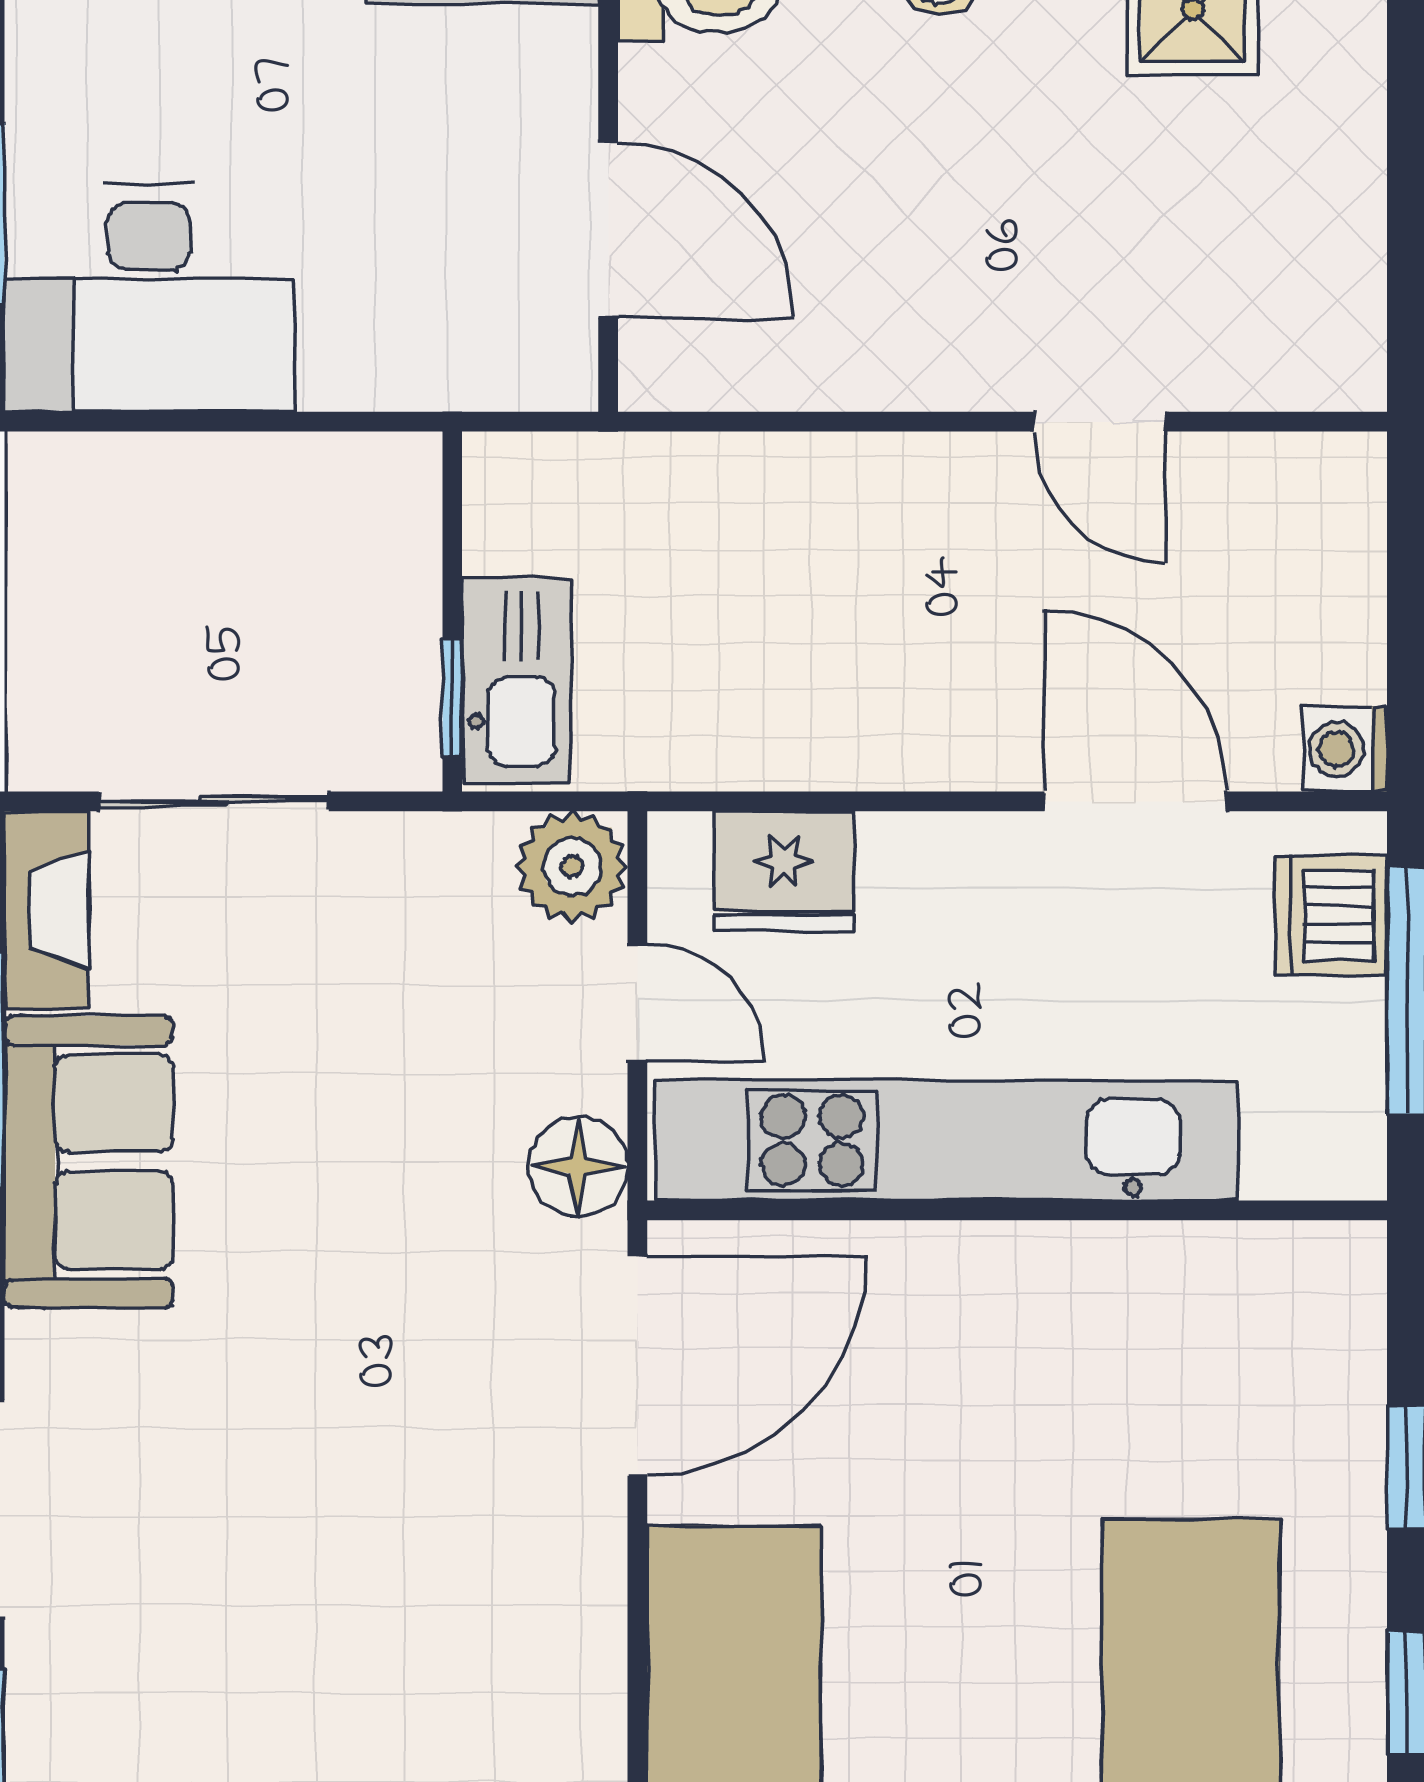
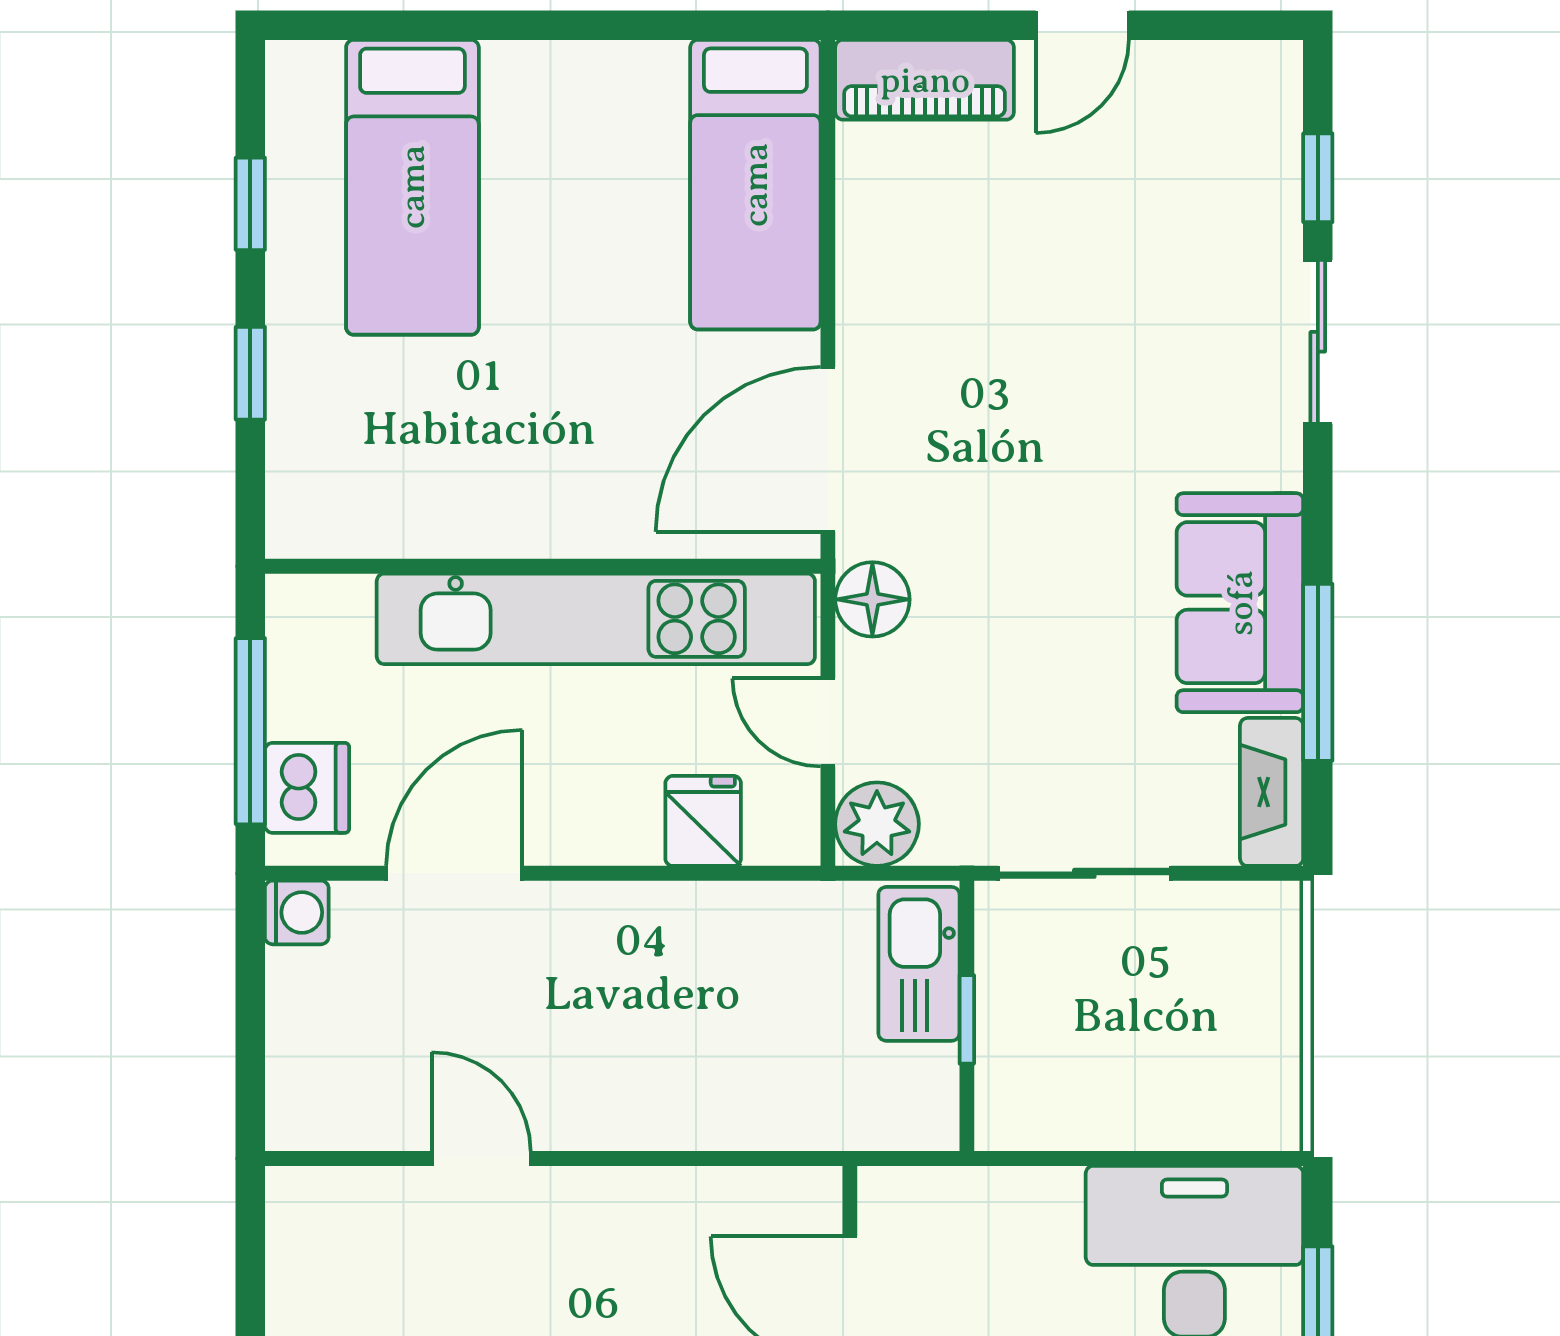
window: (452, 698) -> (967, 1019), moved
sliding door: (214, 801) -> (1084, 873), moved
door: (1135, 801) -> (454, 873), swing flipped
fridge: (784, 871) -> (703, 821), width x0.72

